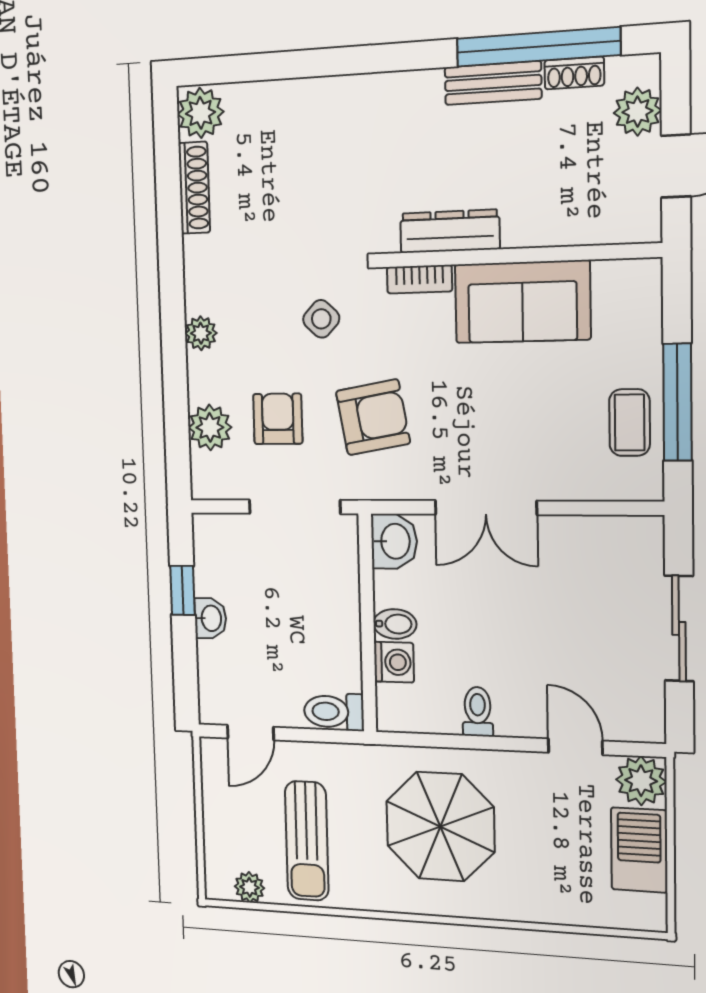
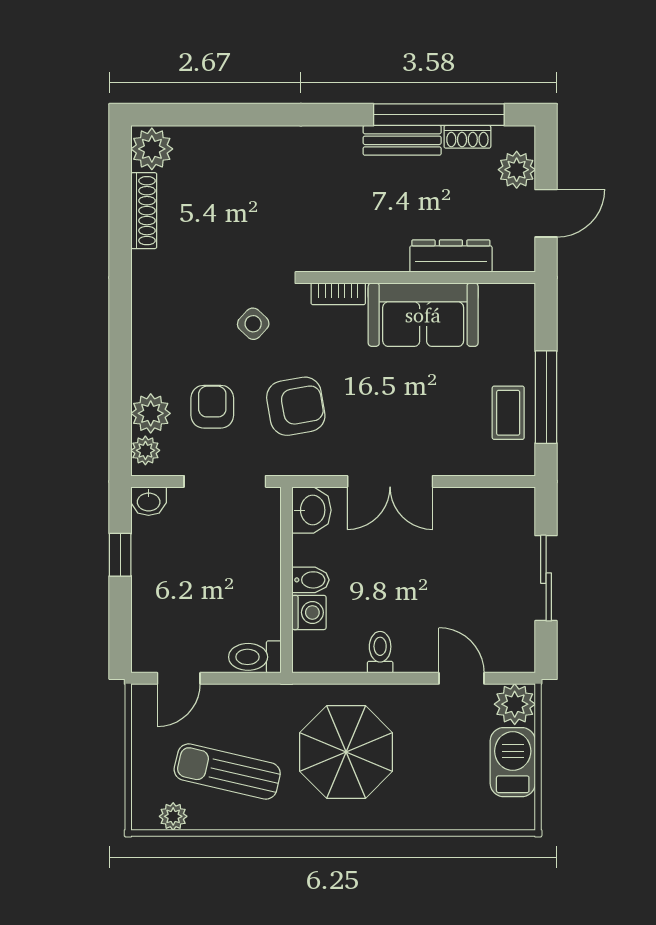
dresser: (450, 231) -> (451, 256), moved
plant: (201, 333) -> (145, 450), moved
washbasin: (210, 618) -> (149, 501), moved, turned 90
sun lounger: (307, 841) -> (227, 772), turned 103

